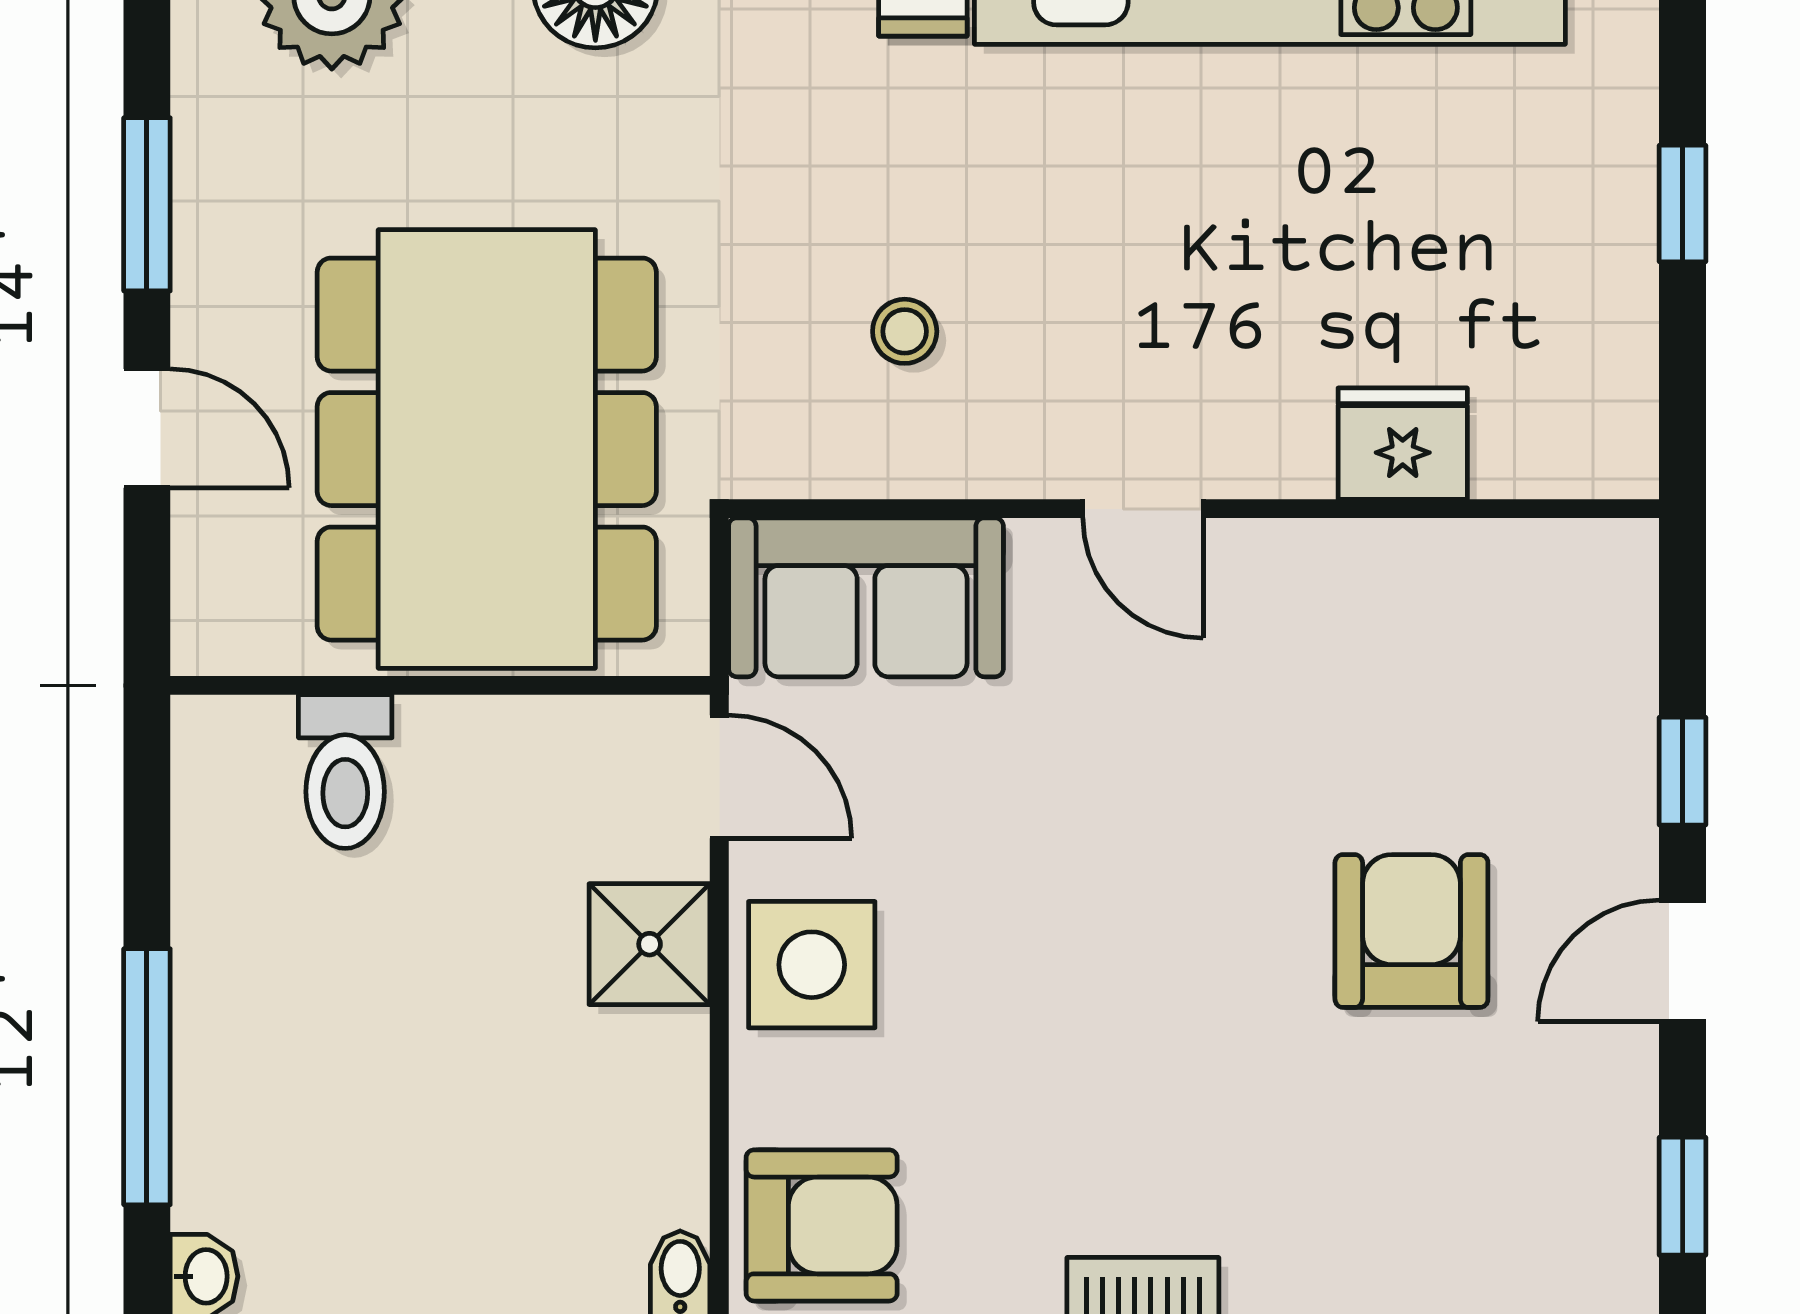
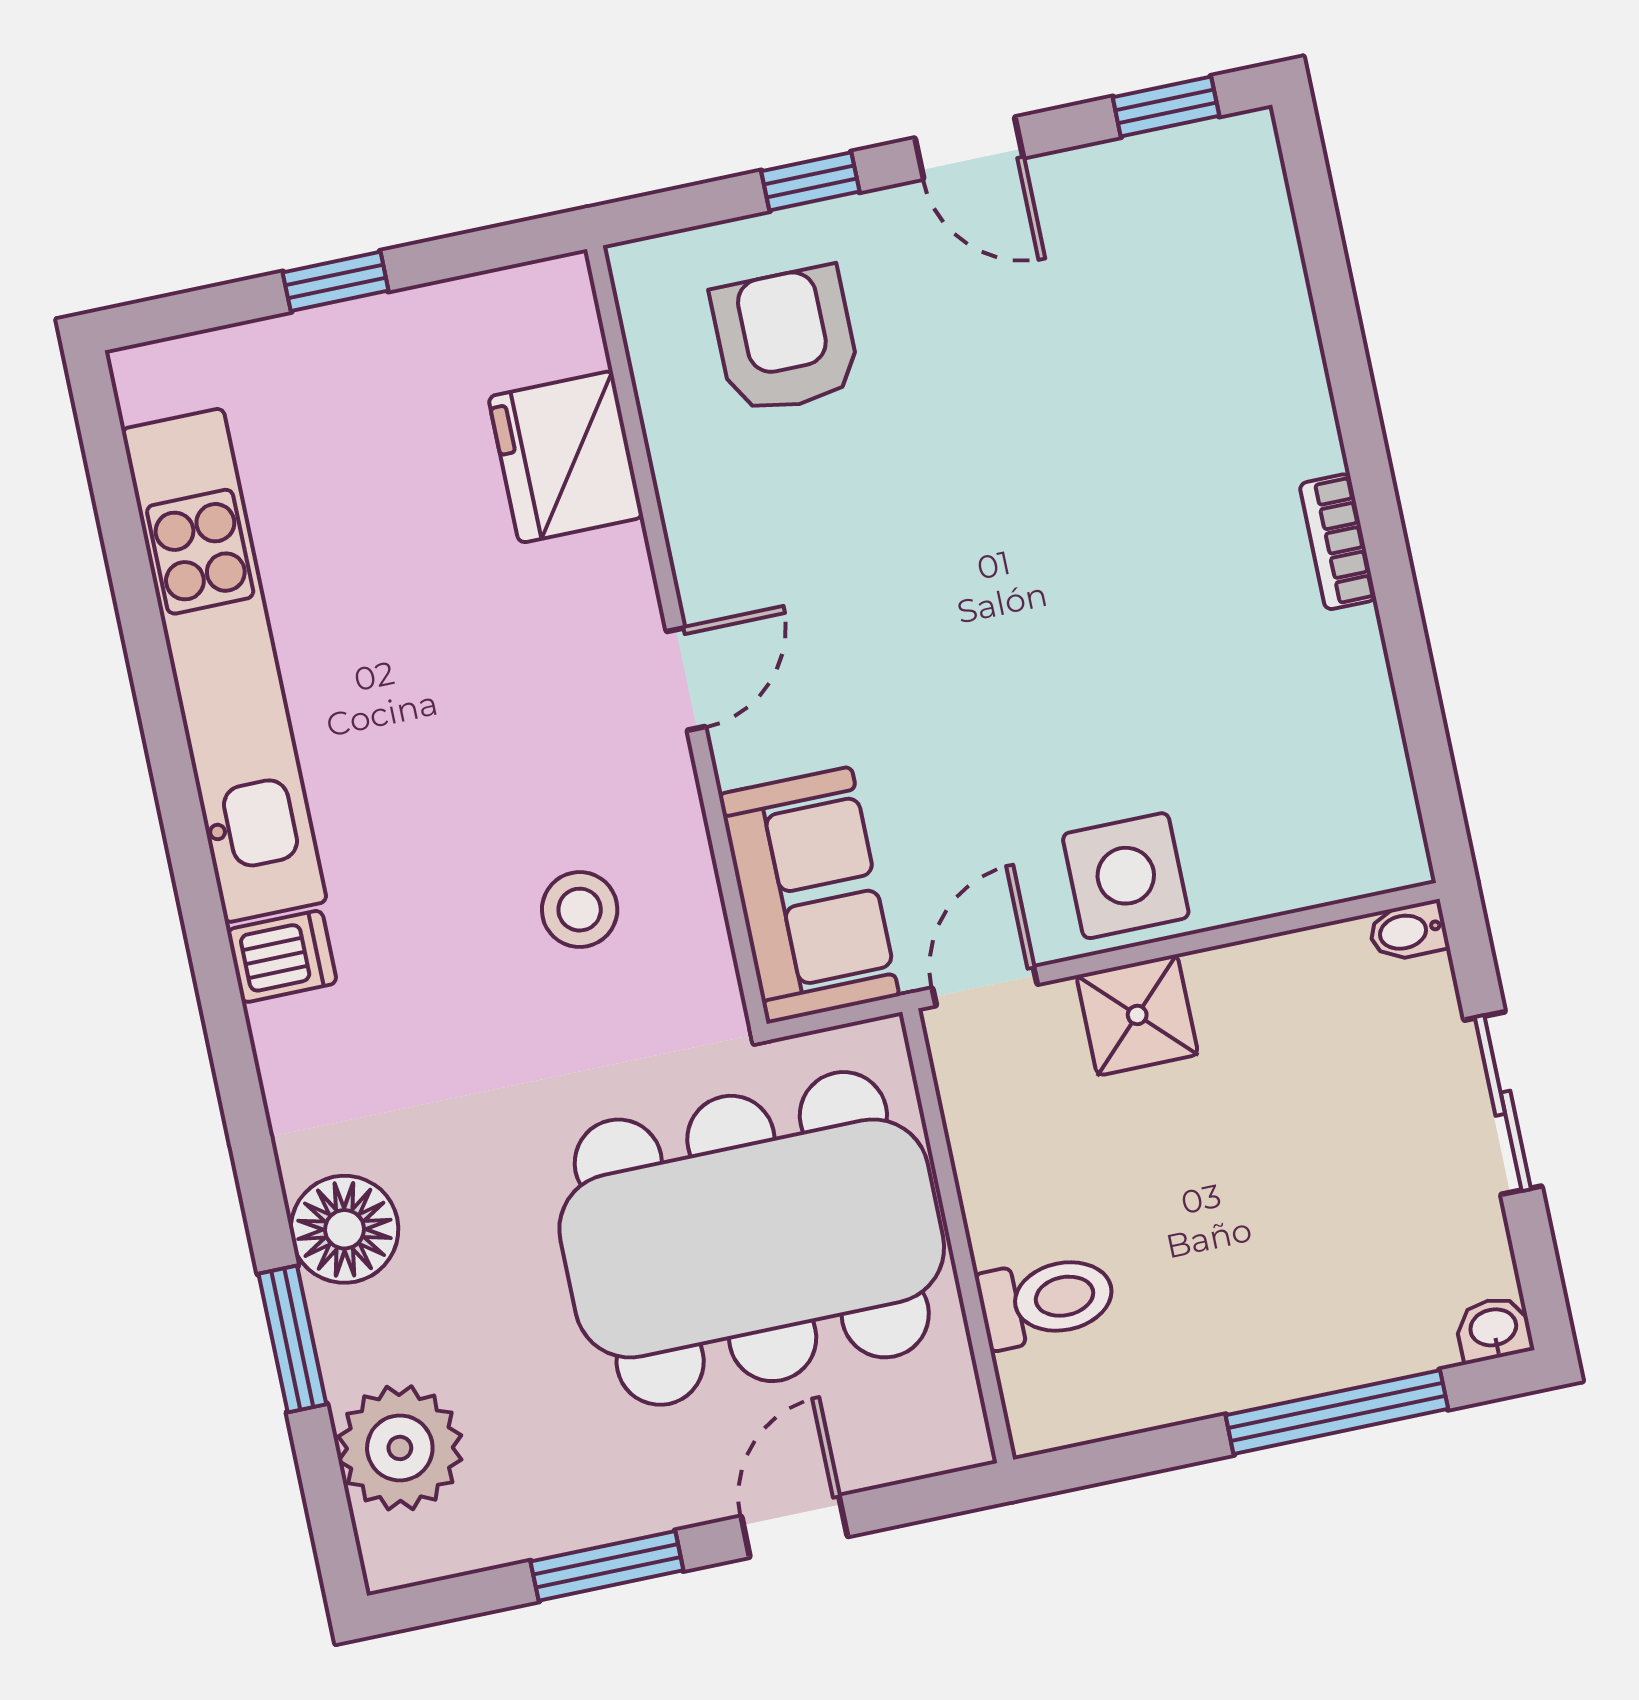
stool: (905, 331) -> (580, 910), width x1.37, depth x1.37
fridge: (1403, 444) -> (566, 457), width x1.36, depth x1.34
armchair: (1411, 931) -> (786, 340), moved, turned 90
armchair: (822, 1225) -> (1342, 821), removed

